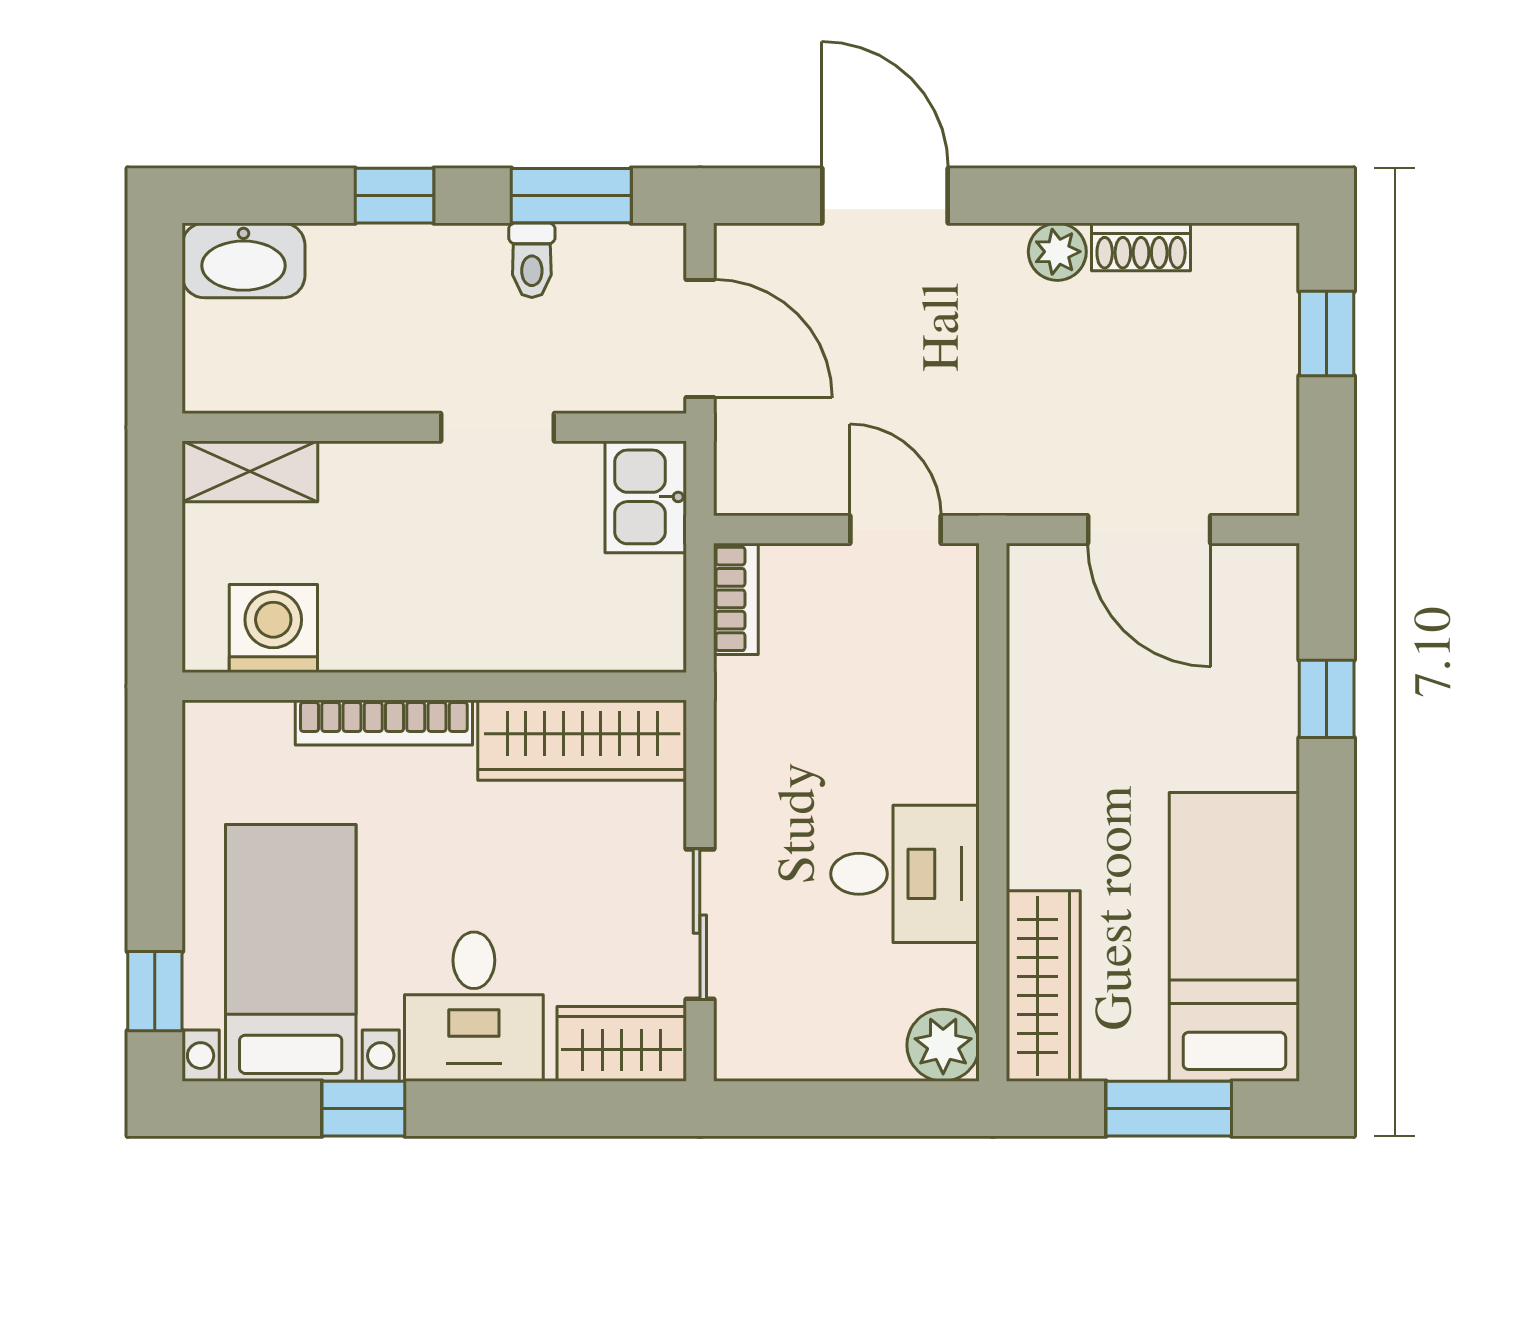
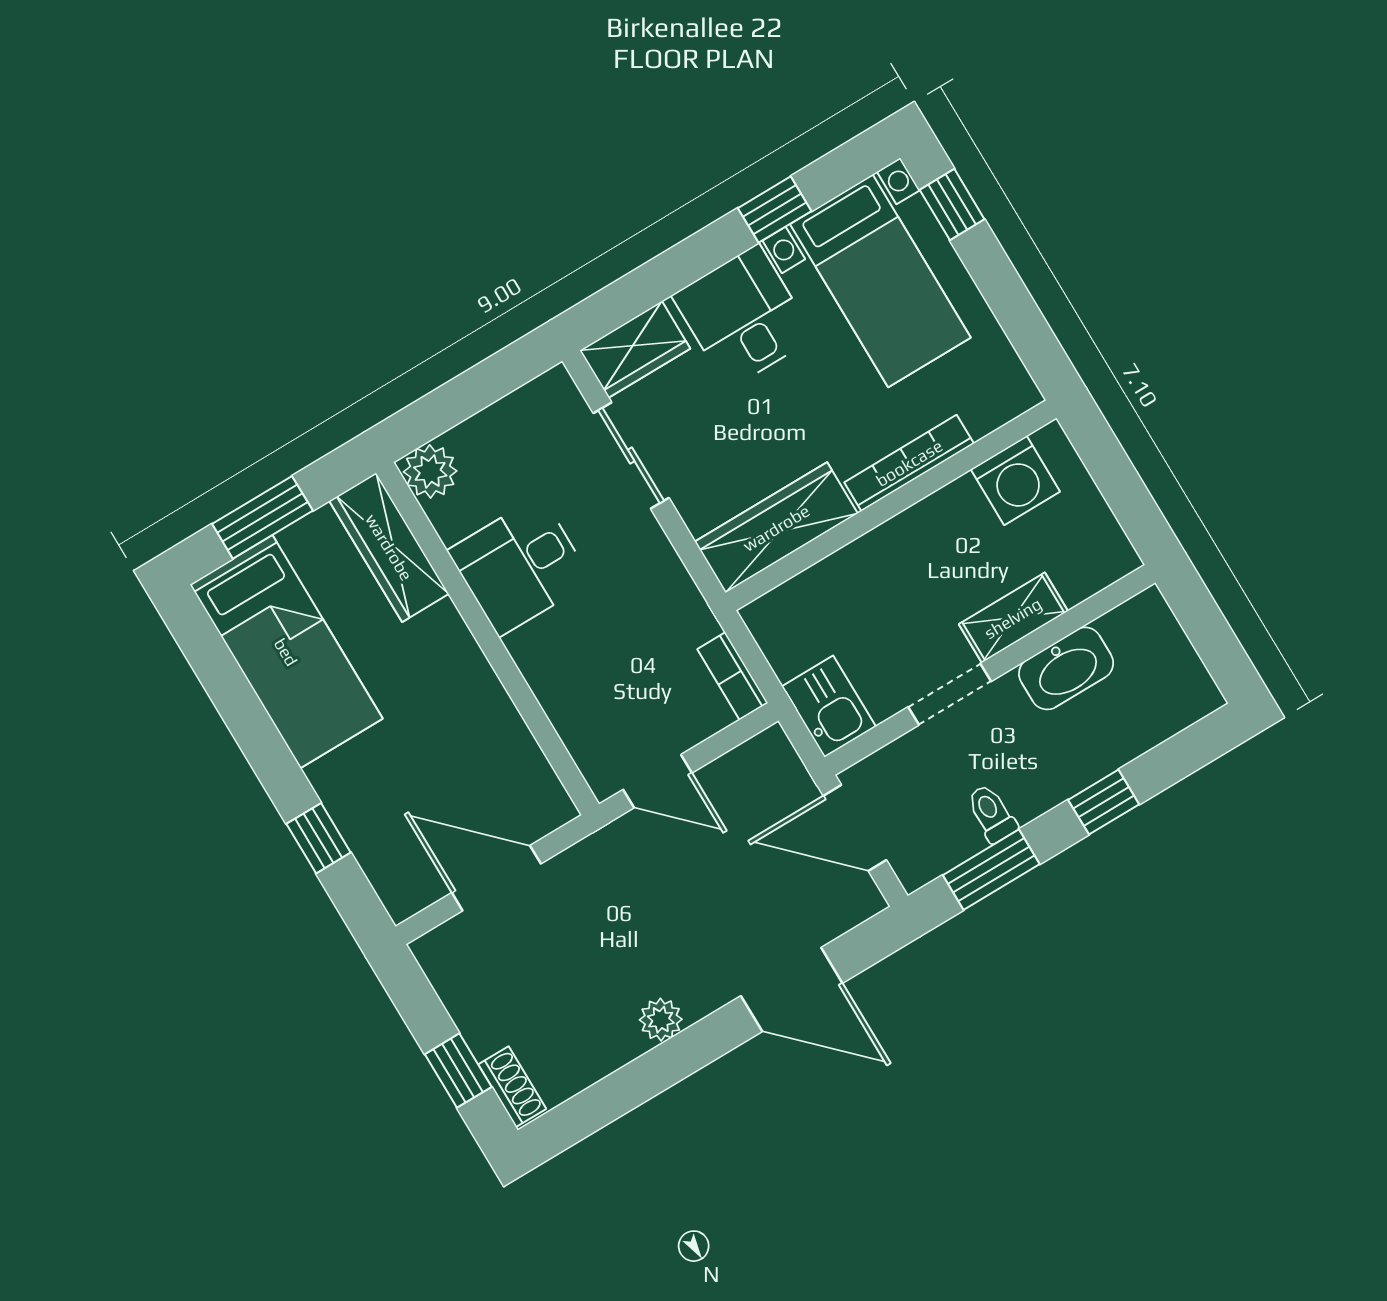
shoe rack: (1141, 247) -> (512, 1087), moved, turned 90
washbasin: (243, 260) -> (1066, 668), moved, turned 180
shelving: (250, 471) -> (1013, 618), moved

